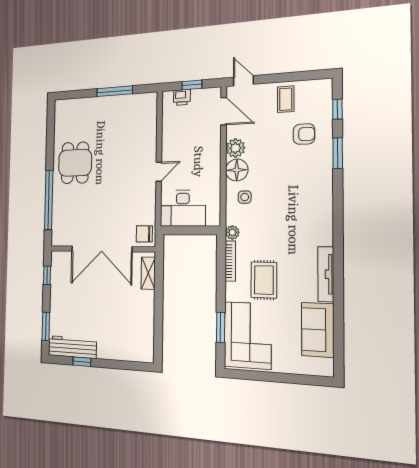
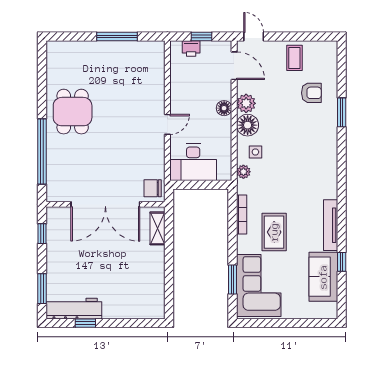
window: (337, 109) -> (342, 262), moved
floor lamp: (213, 154) -> (224, 108), added
plant: (232, 232) -> (243, 172), moved

